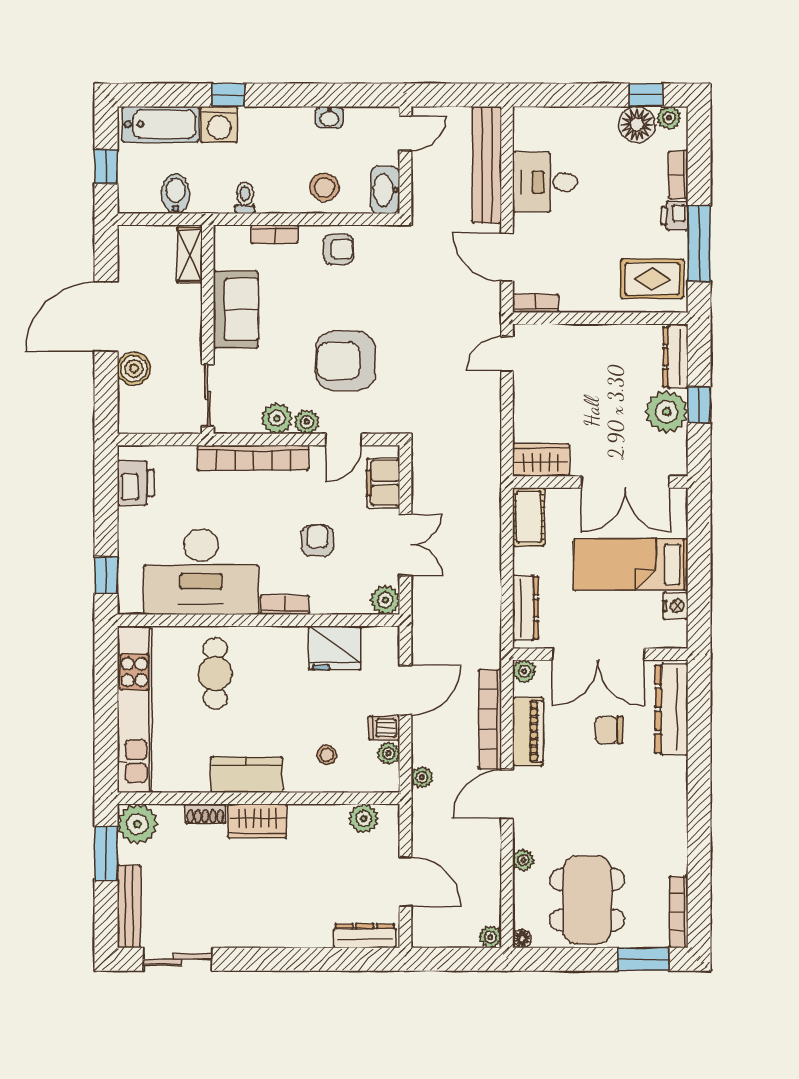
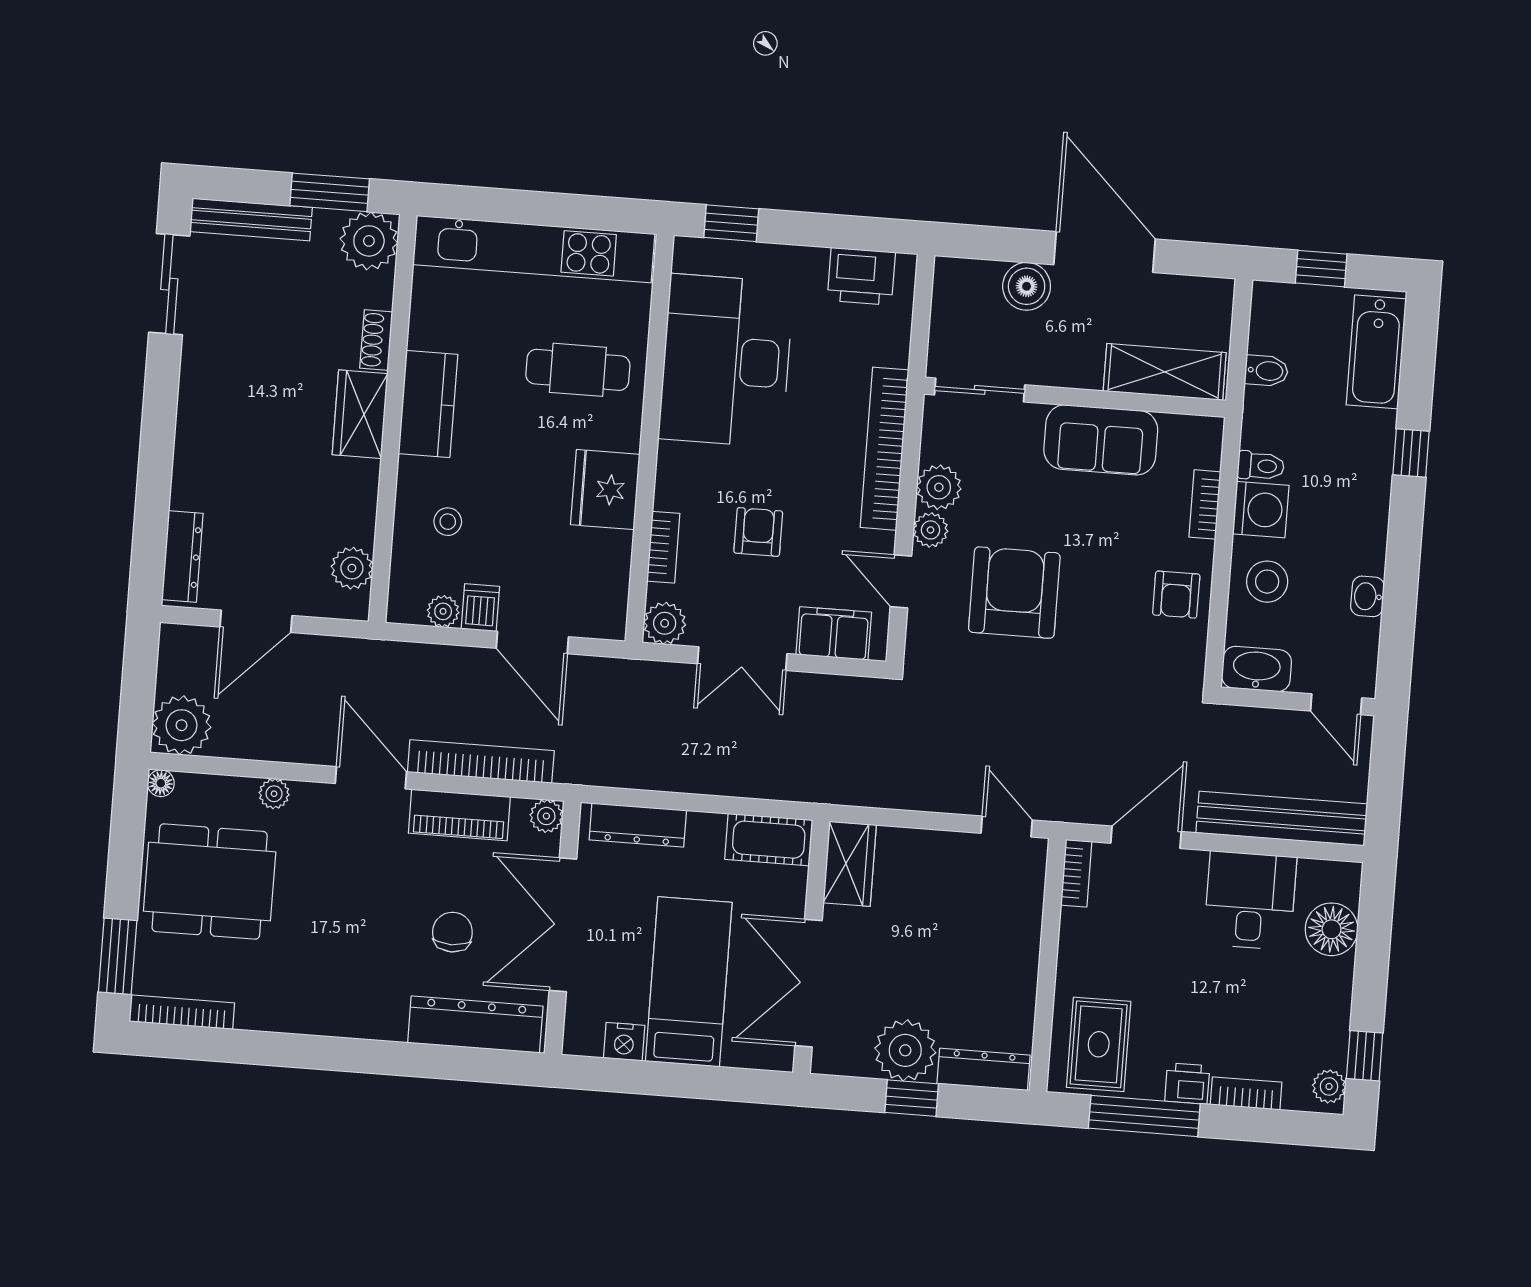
washing machine: (219, 125) -> (1261, 510), moved, turned 180
floor lamp: (637, 125) -> (1332, 929), moved
bidet: (176, 194) -> (1266, 371), width x0.72, depth x0.74
shelving: (190, 255) -> (1165, 372), width x1.50, depth x1.33
armchair: (317, 540) -> (758, 532), turned -90
bookcase: (285, 605) -> (663, 547), moved
fridge: (335, 648) -> (605, 490), moved
plant: (422, 777) -> (405, 656), removed
plant: (490, 937) -> (182, 725), width x1.88, depth x1.88

